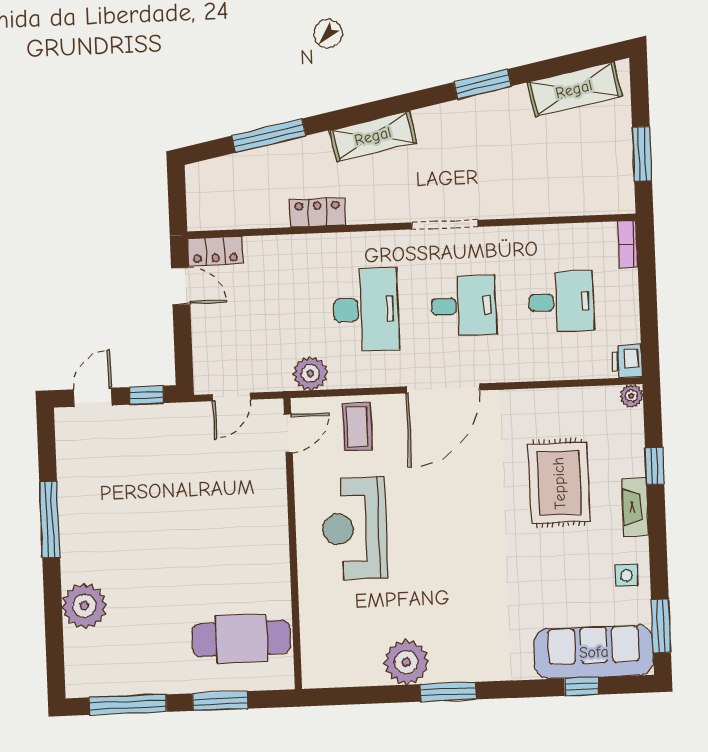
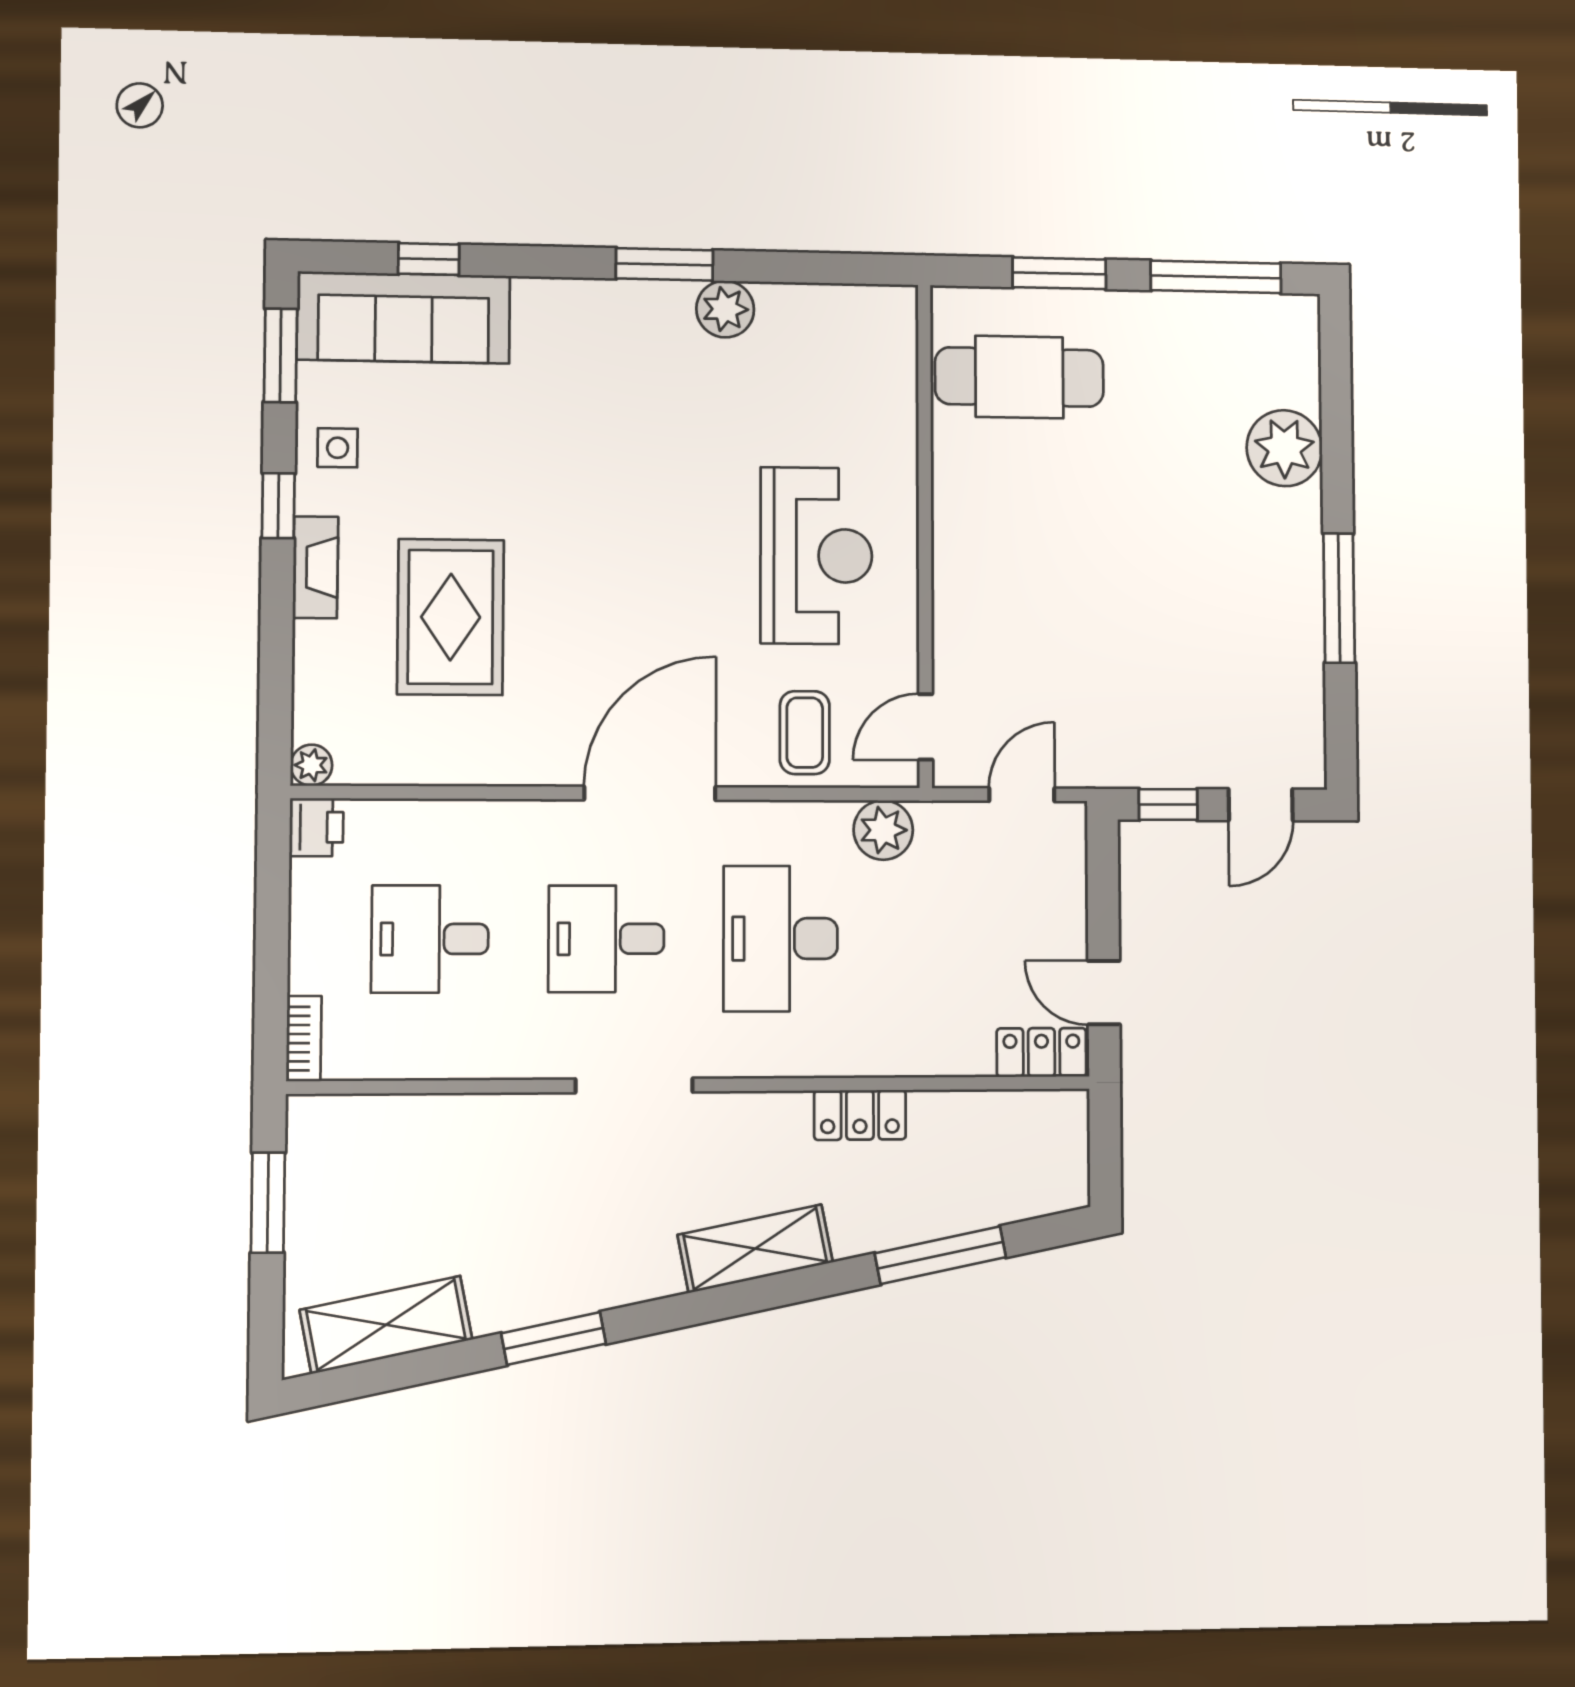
window: (655, 466) -> (278, 506), moved
plant: (406, 662) -> (725, 309), width x0.73, depth x0.73

